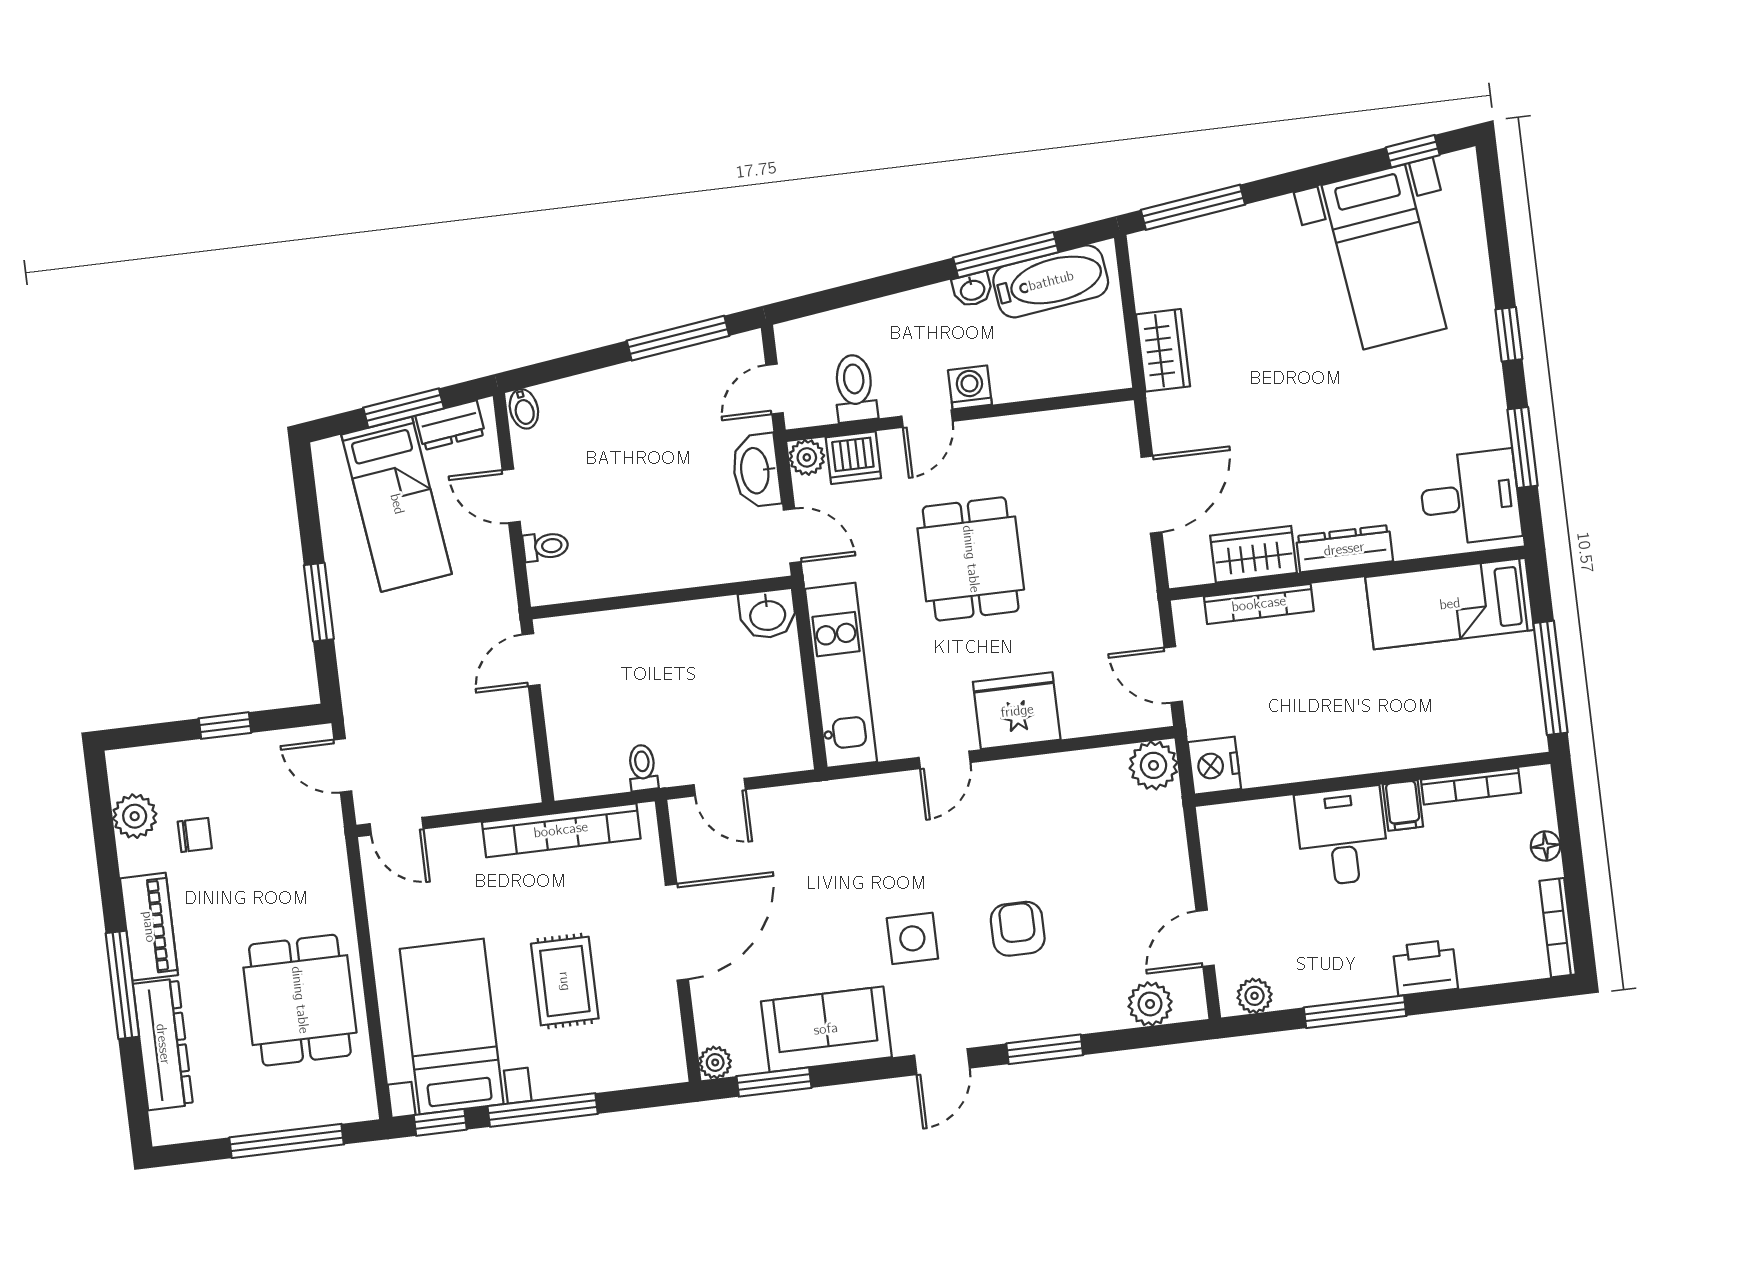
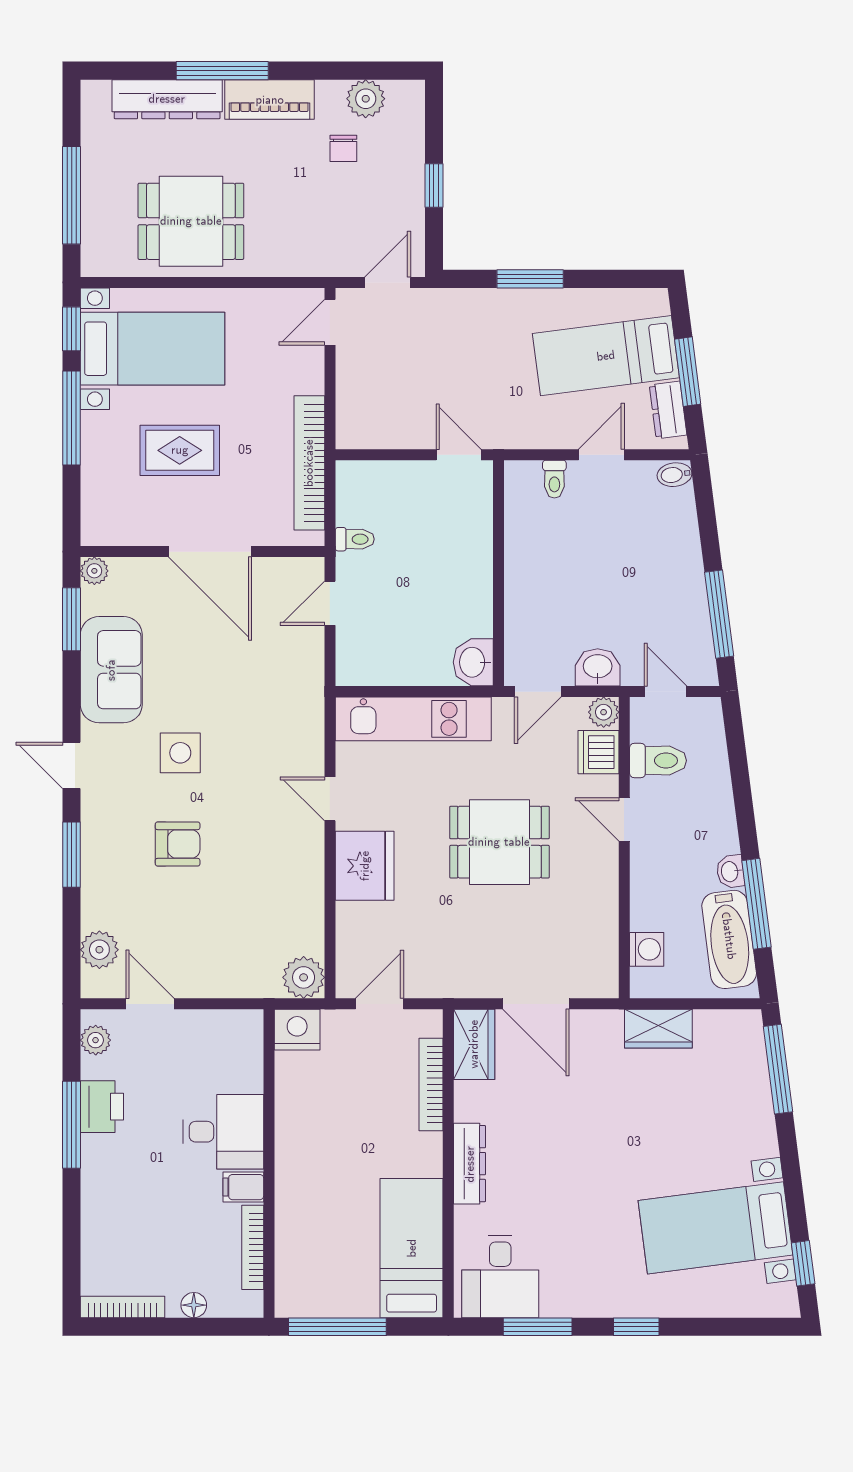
washing machine: (970, 387) -> (647, 949), moved
washbasin: (756, 470) -> (598, 667), width x0.72
wardrobe: (1254, 554) -> (474, 1044), moved
printer: (1425, 968) -> (102, 1107), moved

